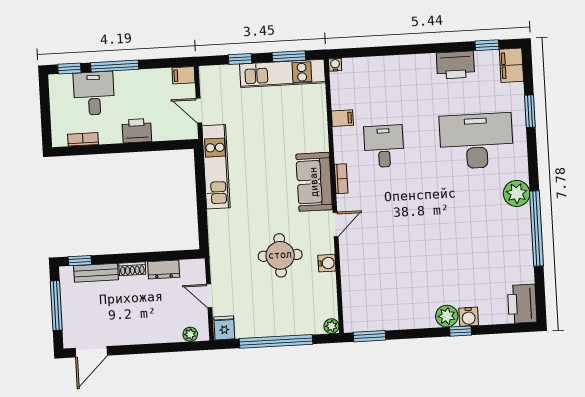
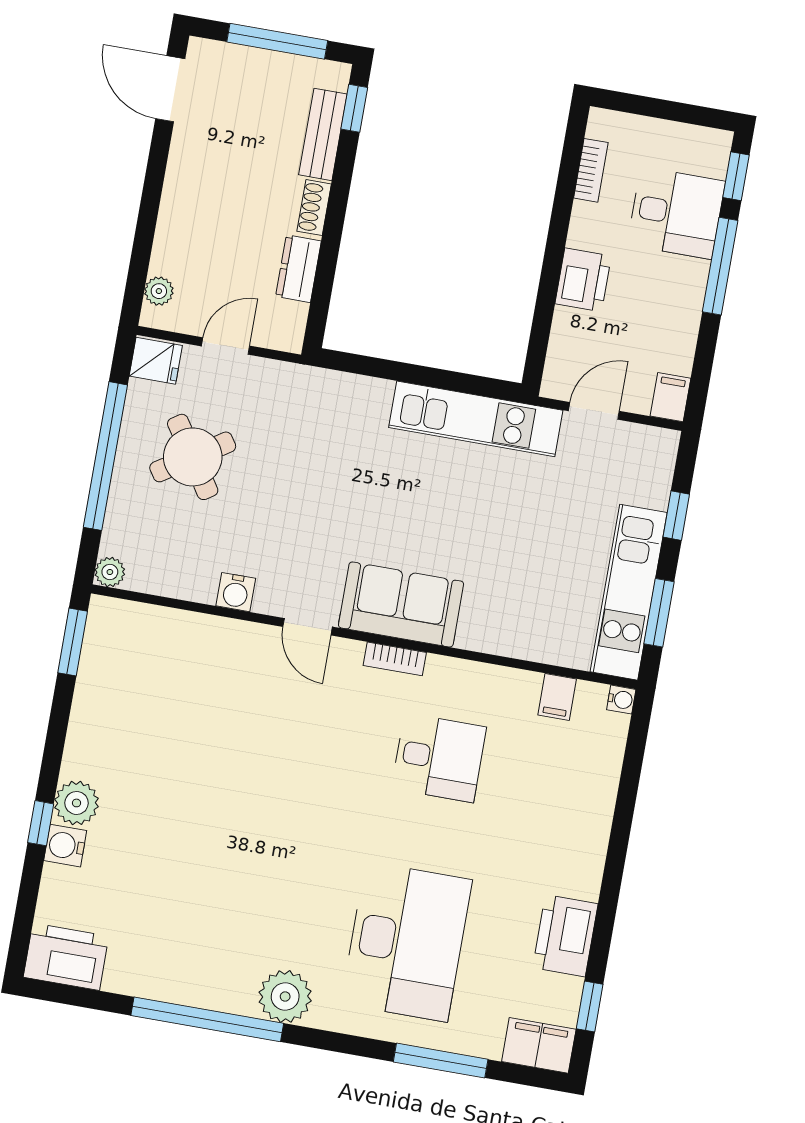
window: (530, 111) -> (441, 1061), width x1.44
filing cabinet: (342, 118) -> (557, 697), moved
round table: (280, 255) -> (193, 457), moved, turned -33

